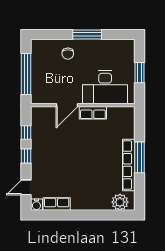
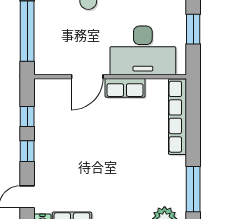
window: (140, 157) -> (193, 189), moved
row of seats: (129, 165) -> (177, 117), moved

